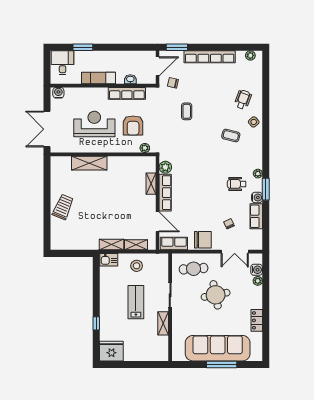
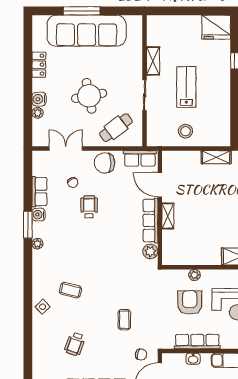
wheelchair: (243, 100) -> (75, 344), moved
plant: (145, 148) -> (194, 275), moved
shelving: (151, 184) -> (168, 216), moved
wheelchair: (237, 184) -> (89, 207), moved, turned -90
shelving: (136, 245) -> (186, 157), removed
kitchen sink: (109, 260) -> (219, 139), removed
cafe table: (194, 269) -> (116, 128), turned -33
water cooler: (257, 270) -> (39, 99), moved
lab bench: (136, 302) -> (186, 87), turned 180

